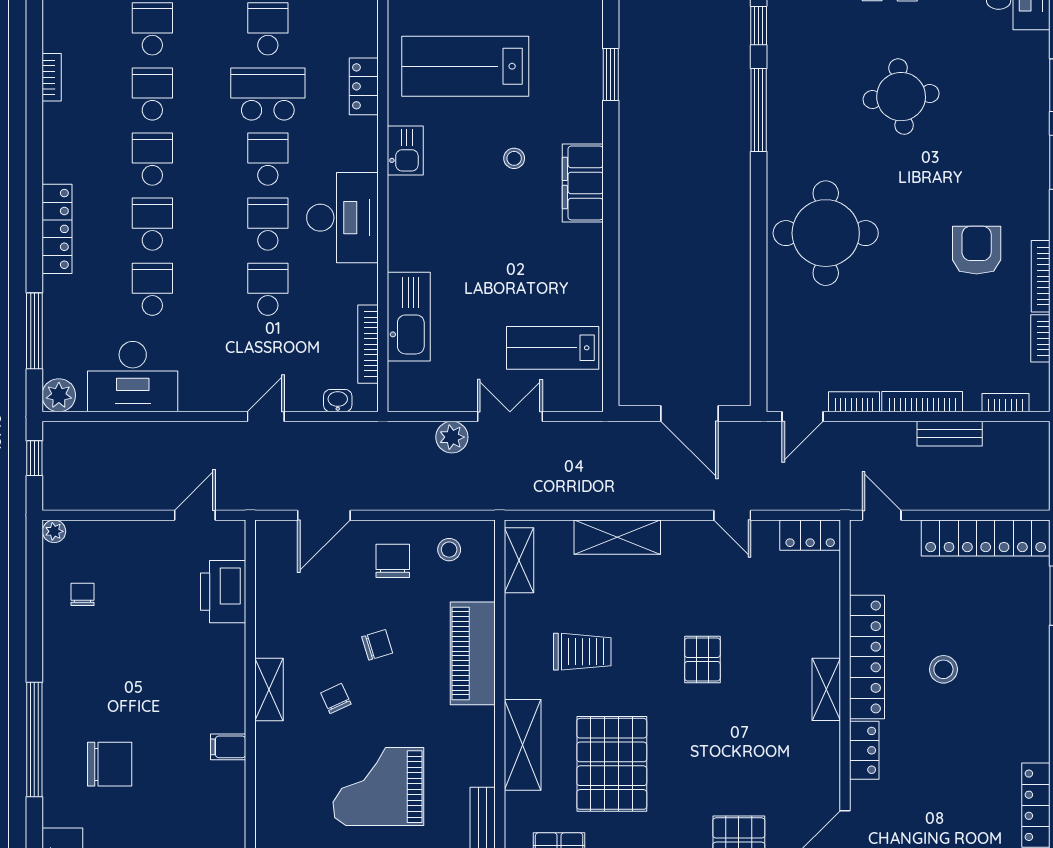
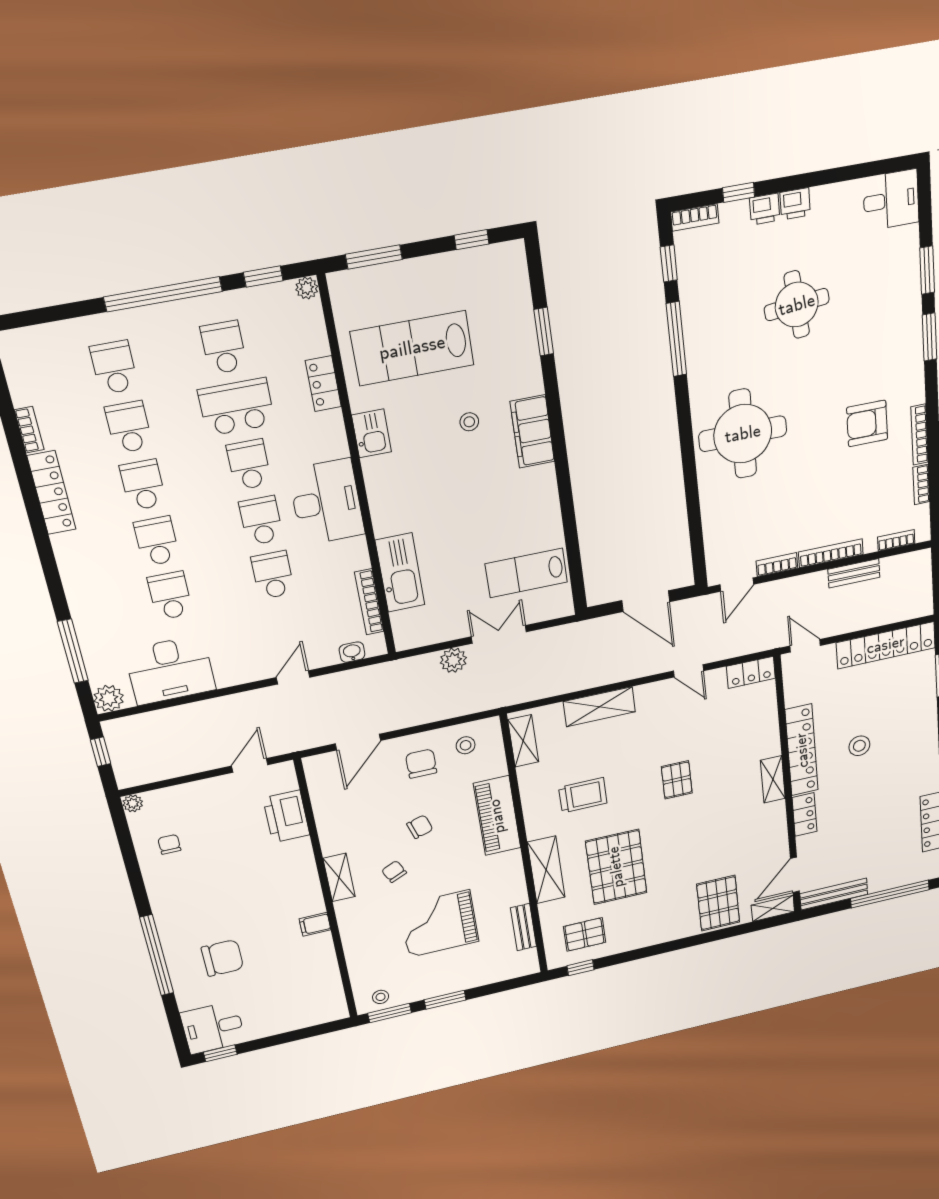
locker: (57, 229) -> (51, 493), moved
armchair: (977, 250) -> (867, 423), turned -90

